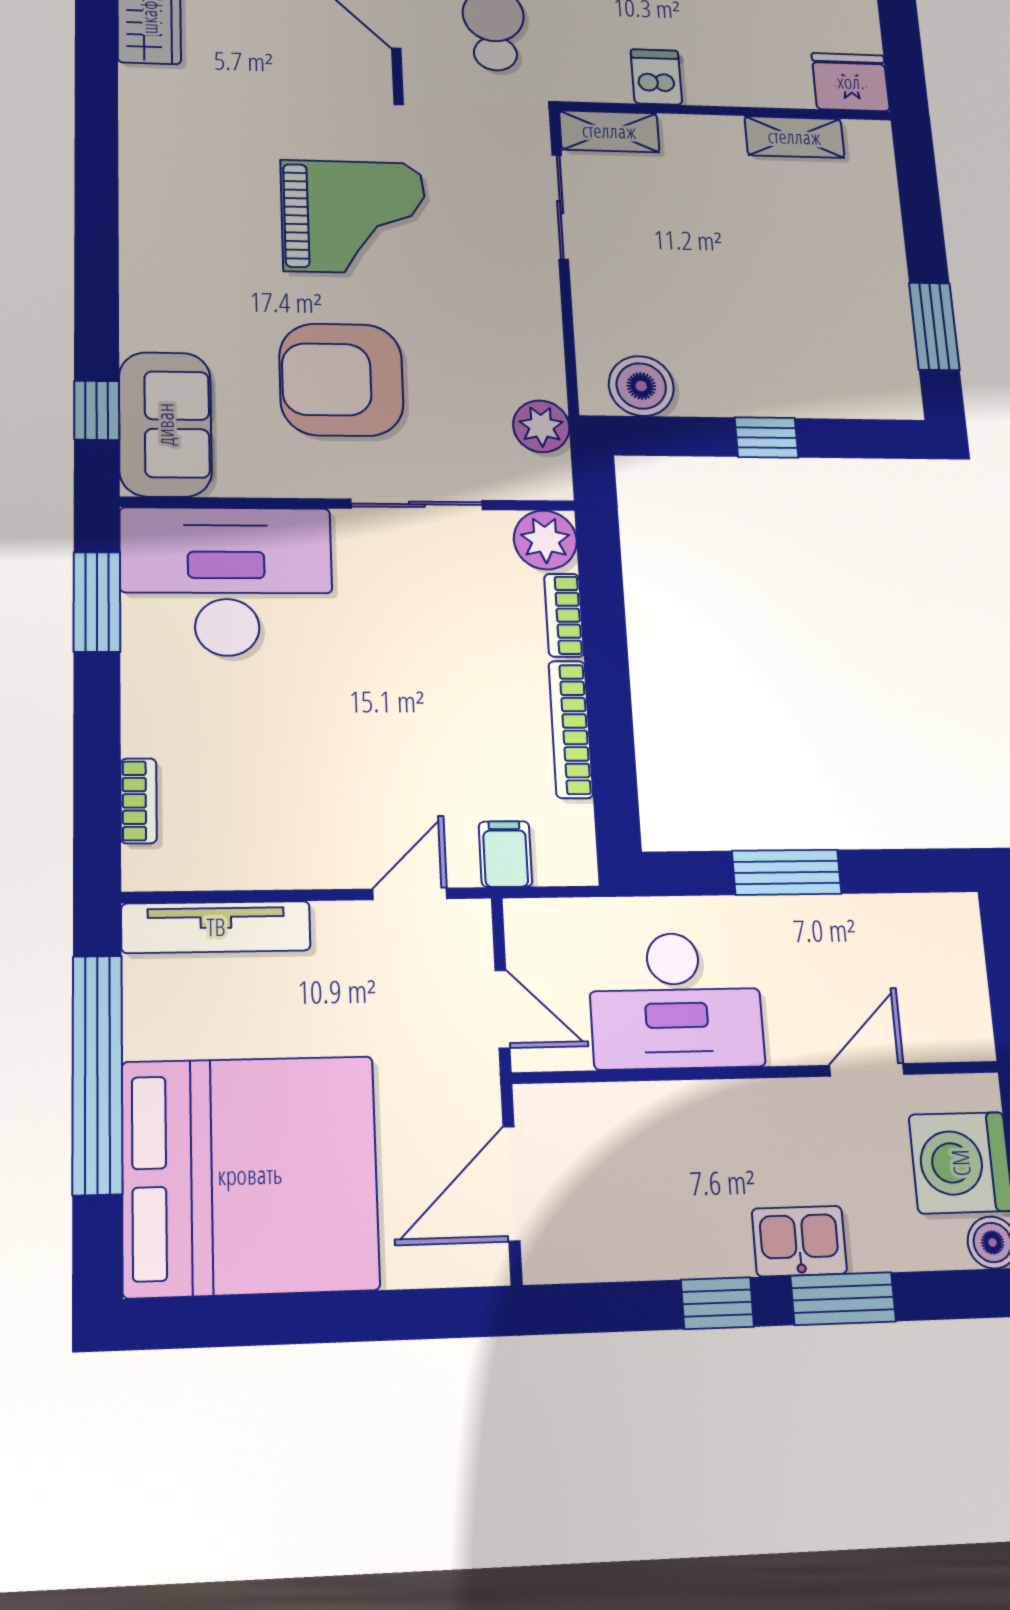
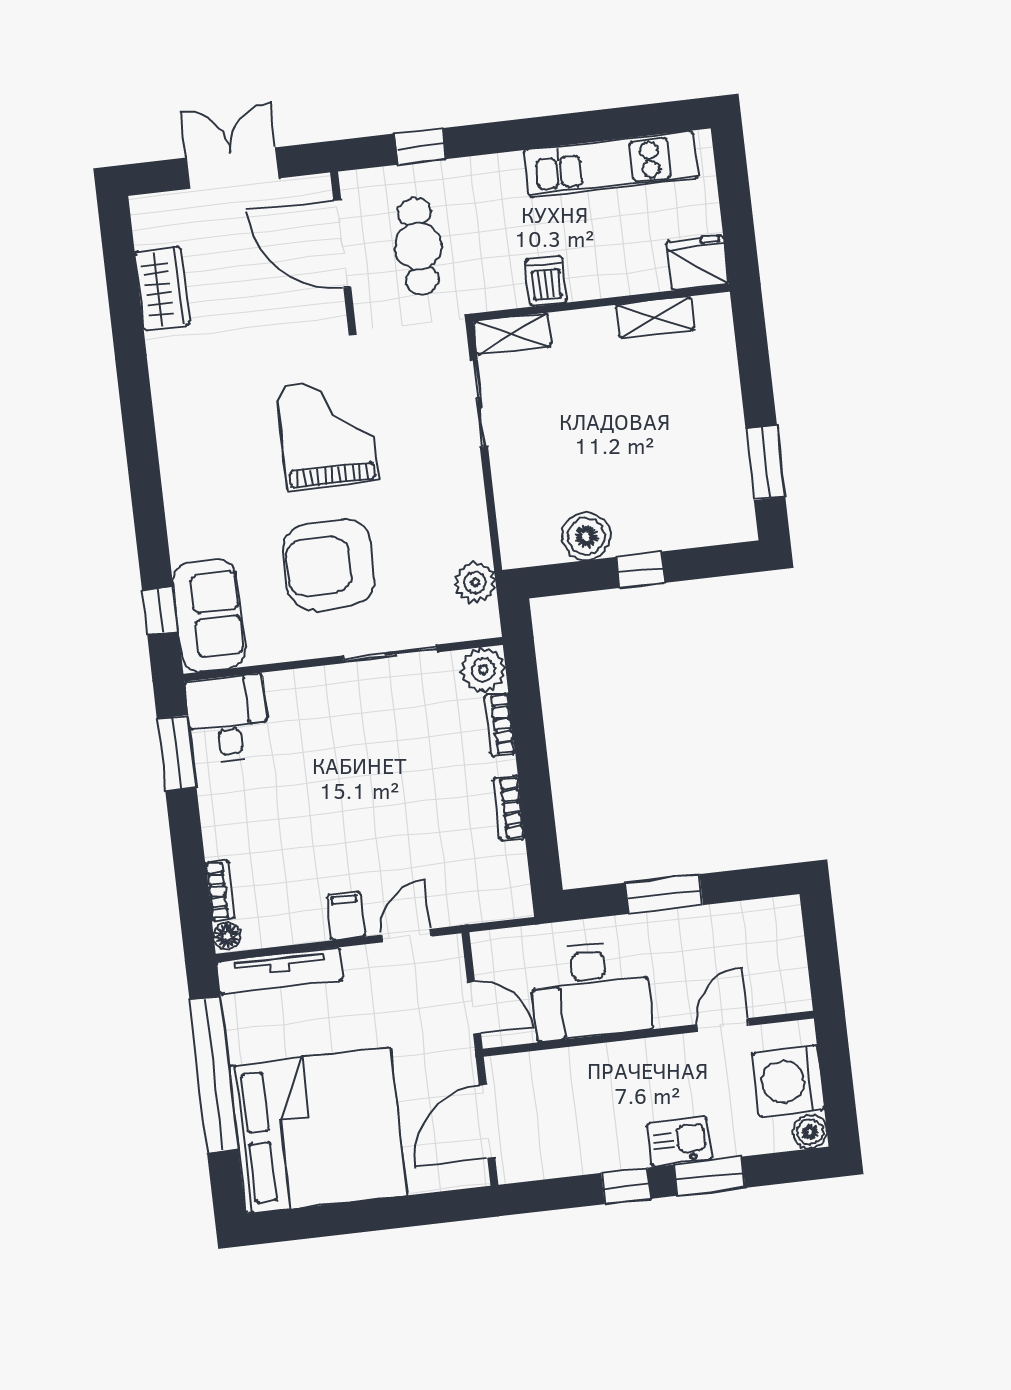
grand piano: (354, 217) -> (327, 433), turned -90
boiler: (641, 386) -> (586, 536), moved
desk: (226, 581) -> (228, 719), width x0.53, depth x0.77
bookcase: (571, 729) -> (509, 808), width x0.64
filing cabinet: (505, 854) -> (346, 916), moved
floor lamp: (141, 868) -> (227, 936), added

